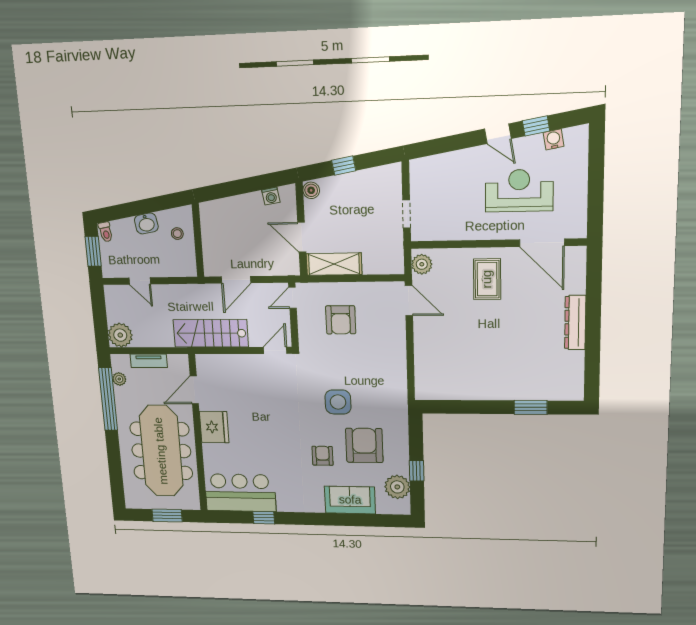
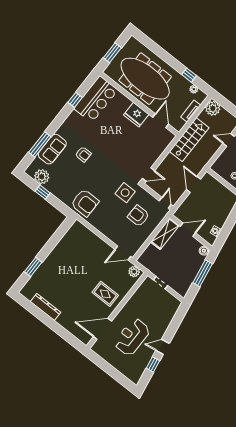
water cooler: (554, 139) -> (142, 367), removed
window: (344, 166) -> (203, 273), width x2.17
reception desk: (519, 191) -> (132, 337), turned 180
dresser: (575, 323) -> (46, 307), moved
stairs: (211, 333) -> (189, 140), moved
door: (275, 350) -> (149, 175), hinge flipped
window: (108, 399) -> (189, 75), width x0.32
side table: (338, 402) -> (125, 193), moved
armchair: (364, 445) -> (85, 203), moved
window: (358, 520) -> (40, 145), added

